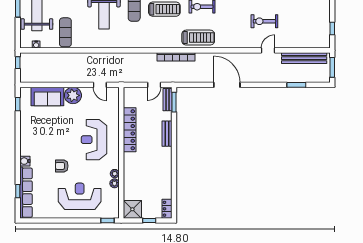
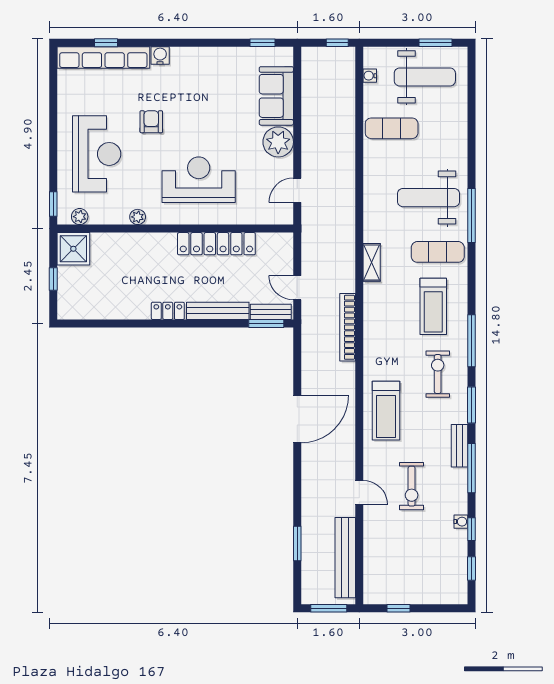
exercise bike: (264, 21) -> (412, 486), turned 180
treadmill: (198, 38) -> (386, 411), moved
shelving: (140, 43) -> (372, 262), added
bench: (167, 134) -> (218, 311), width x1.36
plant: (114, 183) -> (80, 217), moved
locker: (167, 209) -> (168, 311), moved

